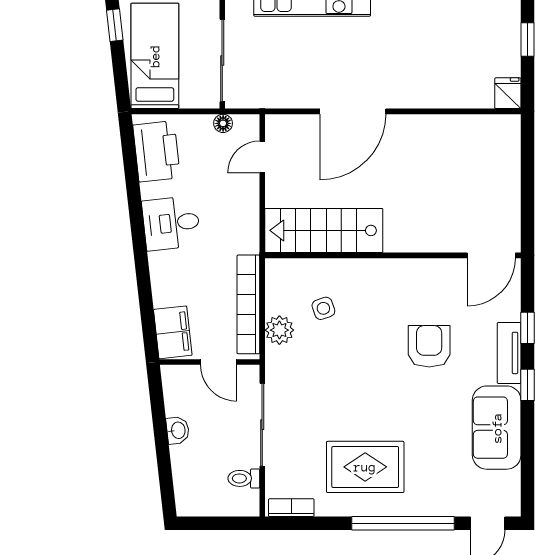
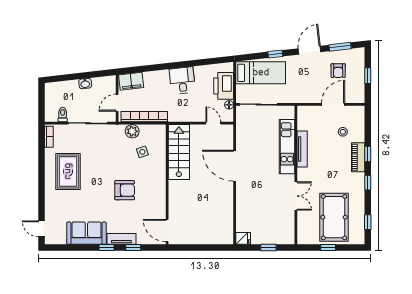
printer: (156, 151) -> (224, 86), moved, turned 96
armchair: (429, 346) -> (125, 190), moved
window: (403, 523) -> (42, 189), removed

